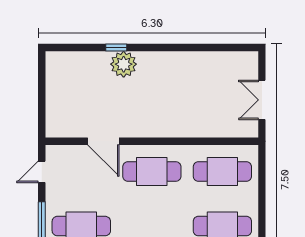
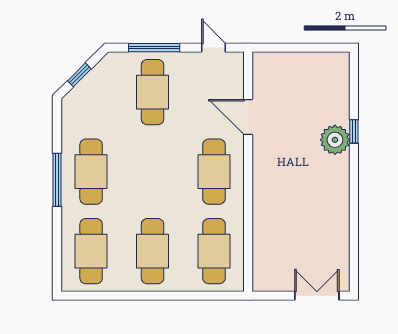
double door: (262, 100) -> (317, 296), moved
door: (103, 141) -> (248, 117), hinge flipped

